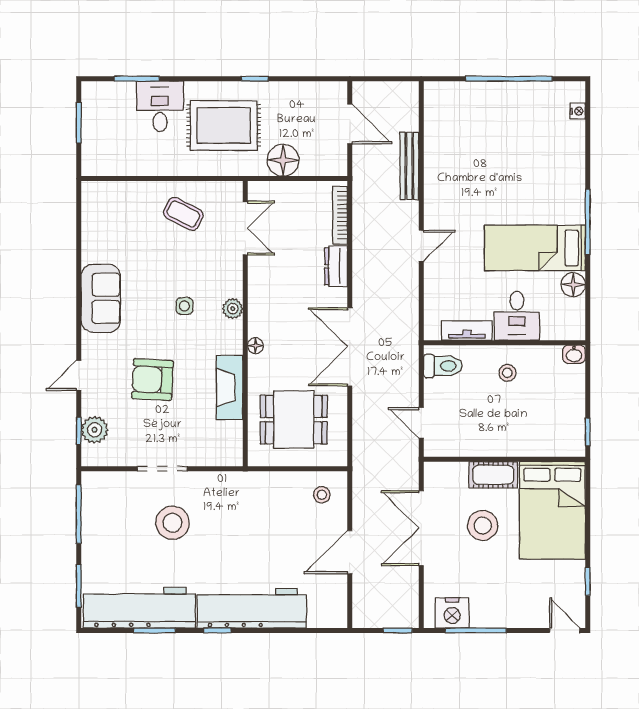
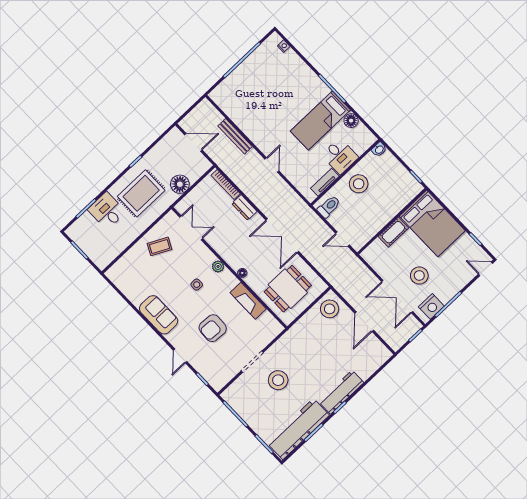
stool: (507, 373) -> (359, 184), width x1.89, depth x1.89
plant: (95, 430) -> (208, 372), removed
stool: (322, 495) -> (330, 309), width x1.89, depth x1.89
stool: (483, 525) -> (419, 275), moved
double door: (421, 528) -> (397, 297), moved
workbench: (252, 608) -> (341, 392), width x0.73, depth x0.76

